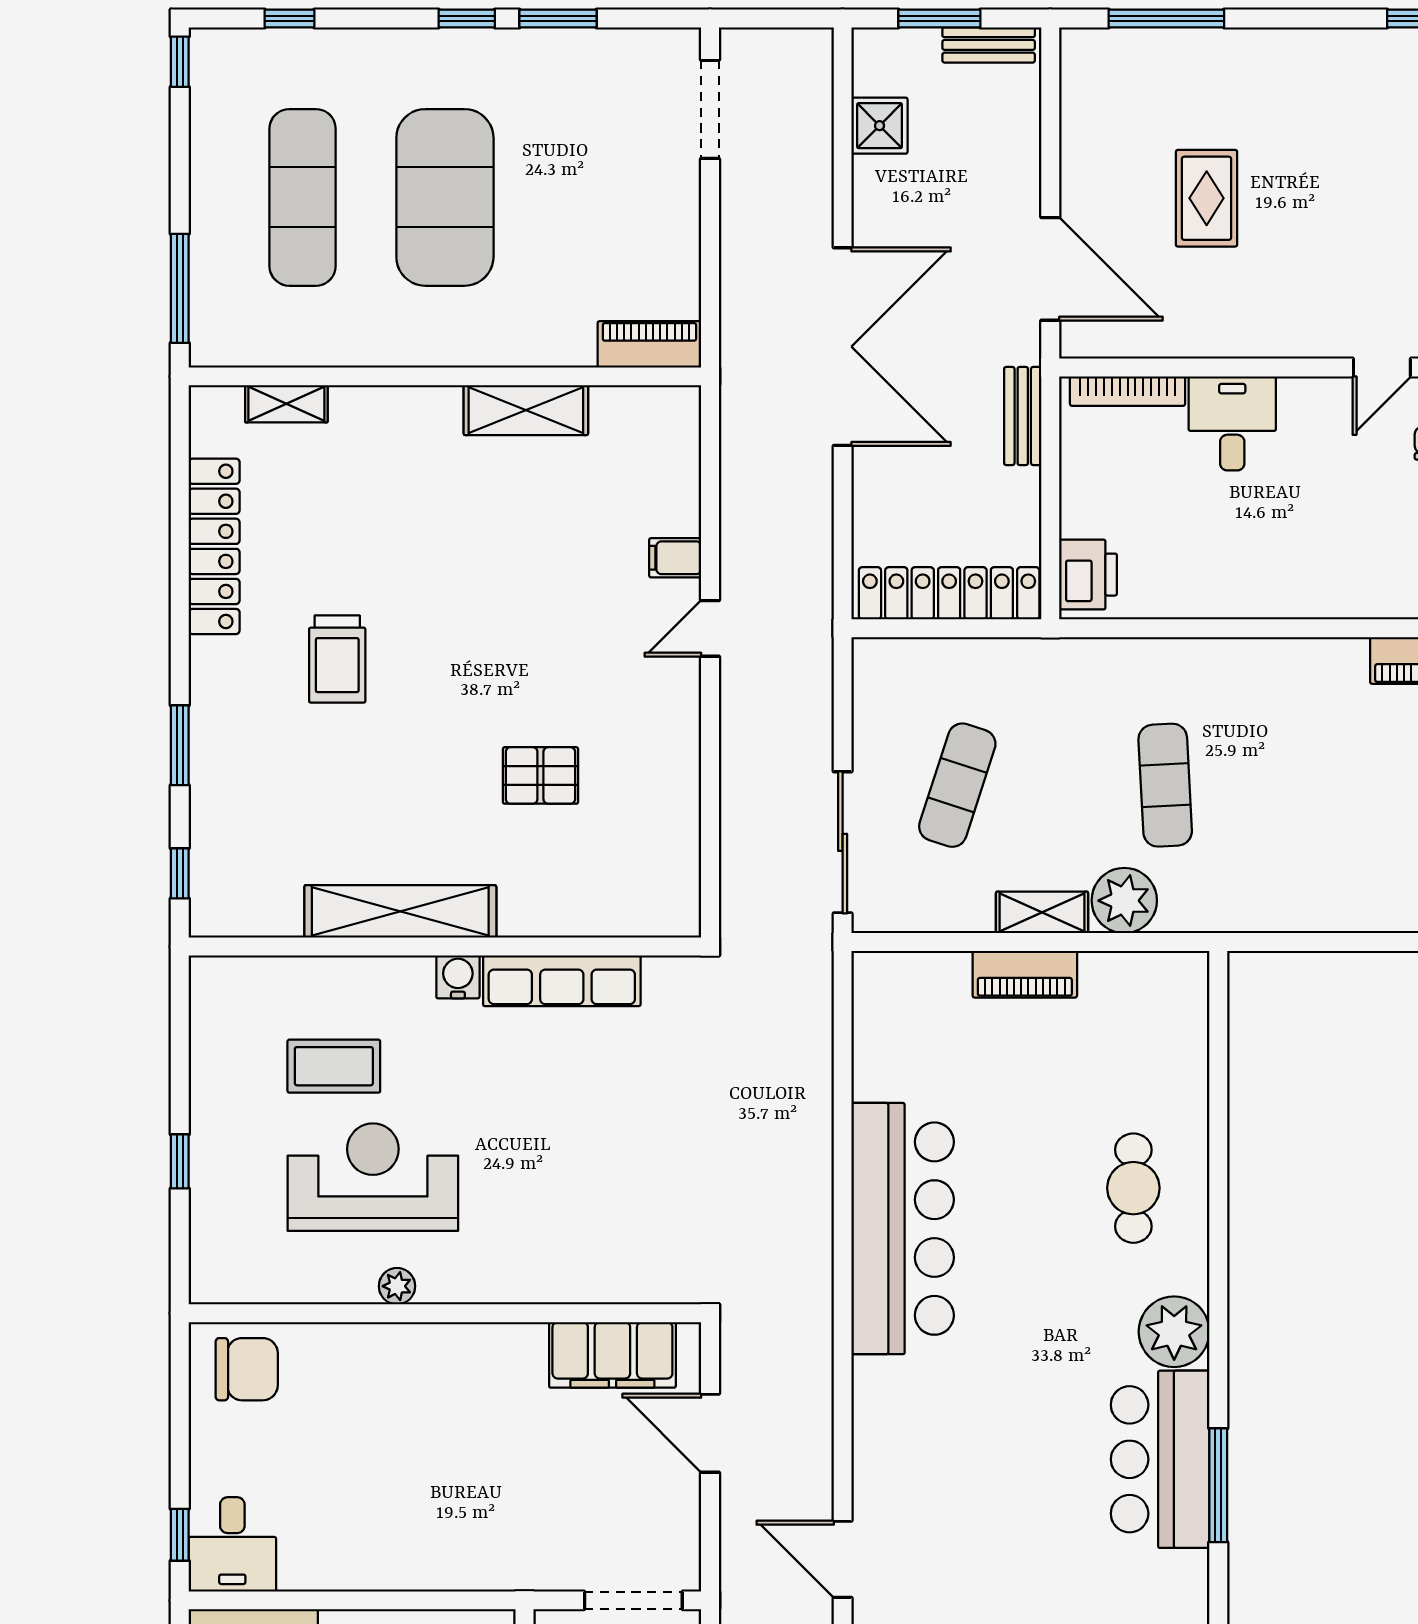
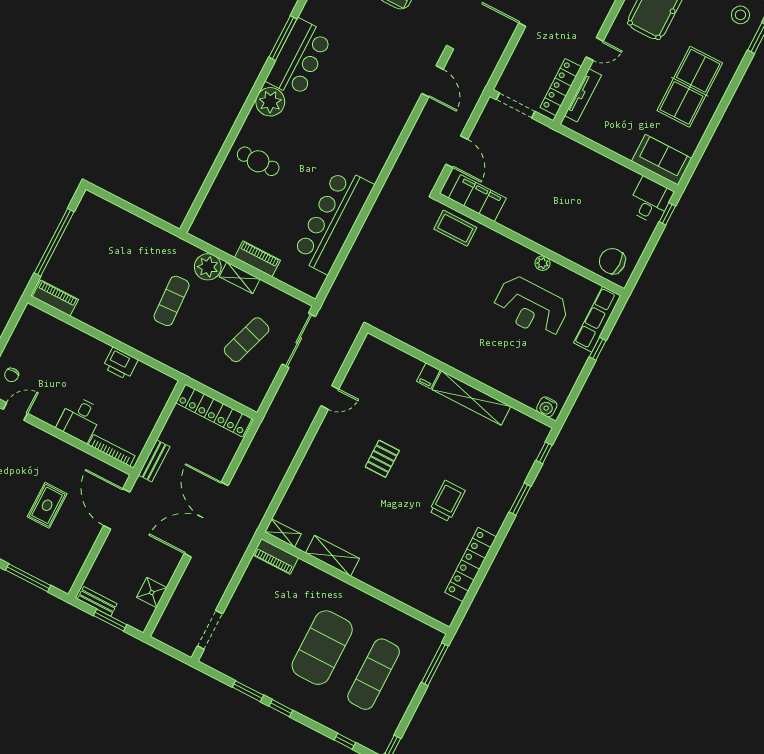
shelving: (286, 404) -> (283, 533), moved
filing cabinet: (675, 558) -> (428, 376), moved, turned 90
printer: (1088, 575) -> (120, 364), moved, turned -90
door: (710, 628) -> (330, 397), moved
pallet: (540, 775) -> (382, 459), moved, turned 90
water cooler: (458, 977) -> (547, 407), moved
row of seats: (562, 981) -> (597, 319), moved, turned -90
coffee table: (334, 1066) -> (455, 228), moved
cafe table: (1133, 1188) -> (258, 161), turned 90
bar counter: (903, 1229) -> (333, 221), moved

